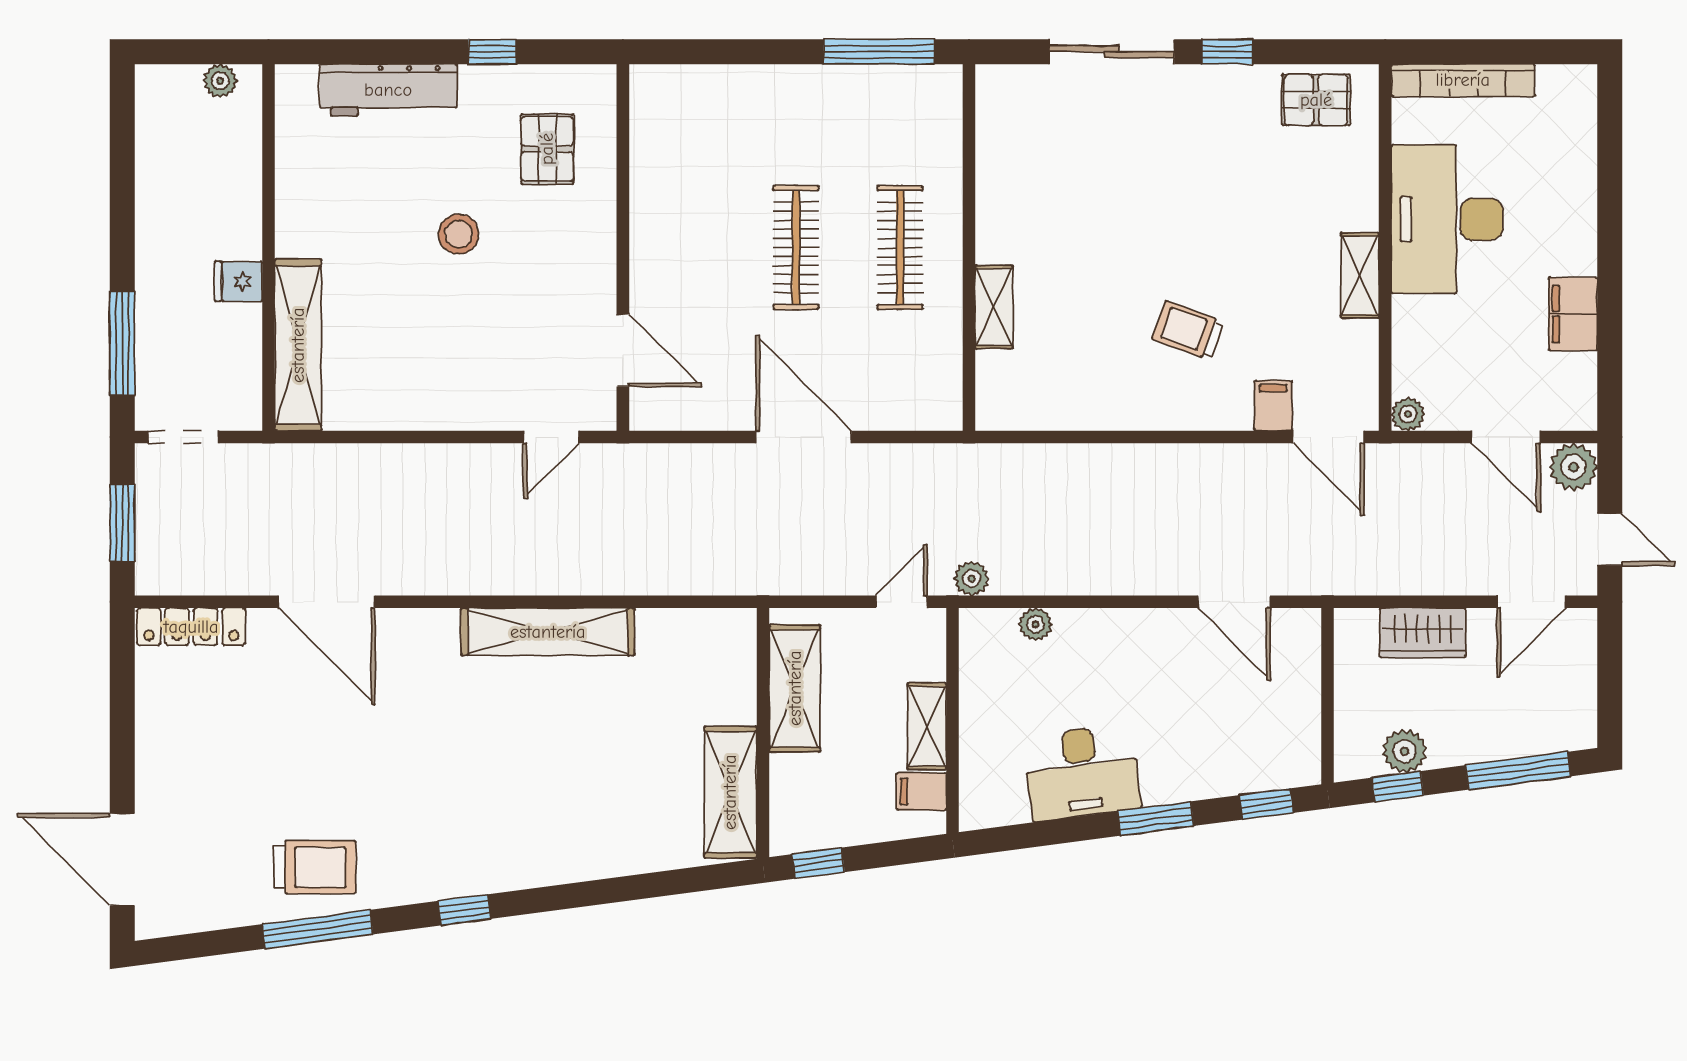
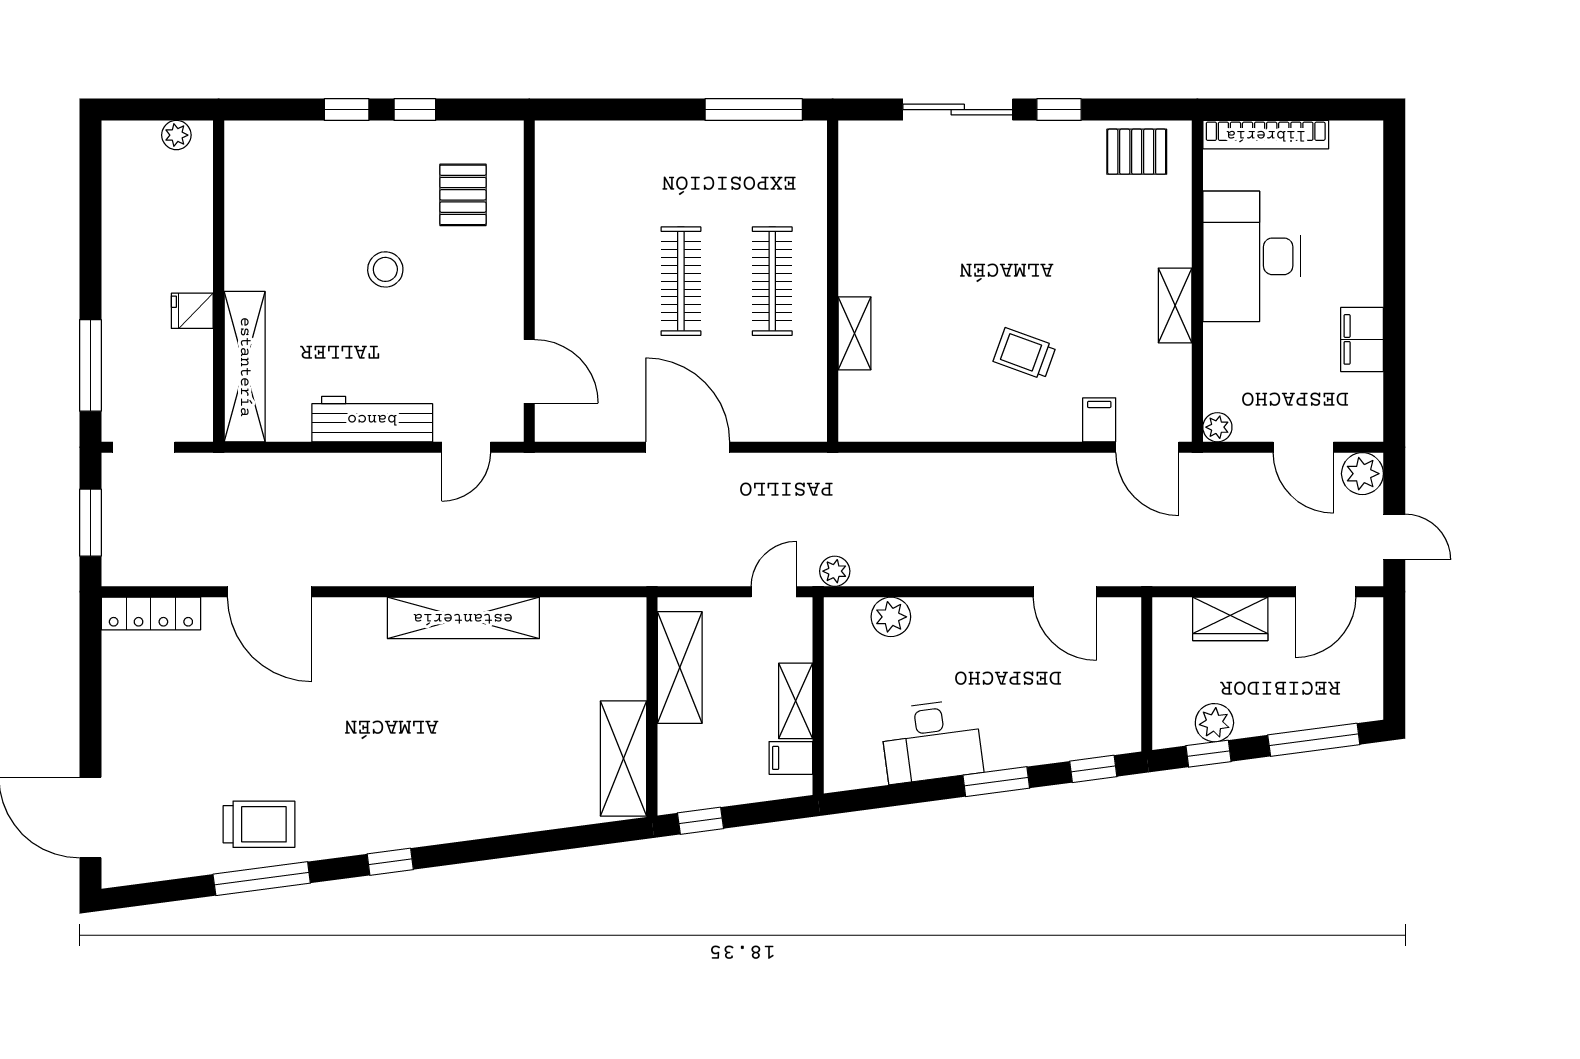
window: (415, 52) -> (347, 110), added
workbench: (388, 90) -> (372, 419), moved, turned 180
plant: (1036, 624) -> (891, 617), width x1.38, depth x1.38

